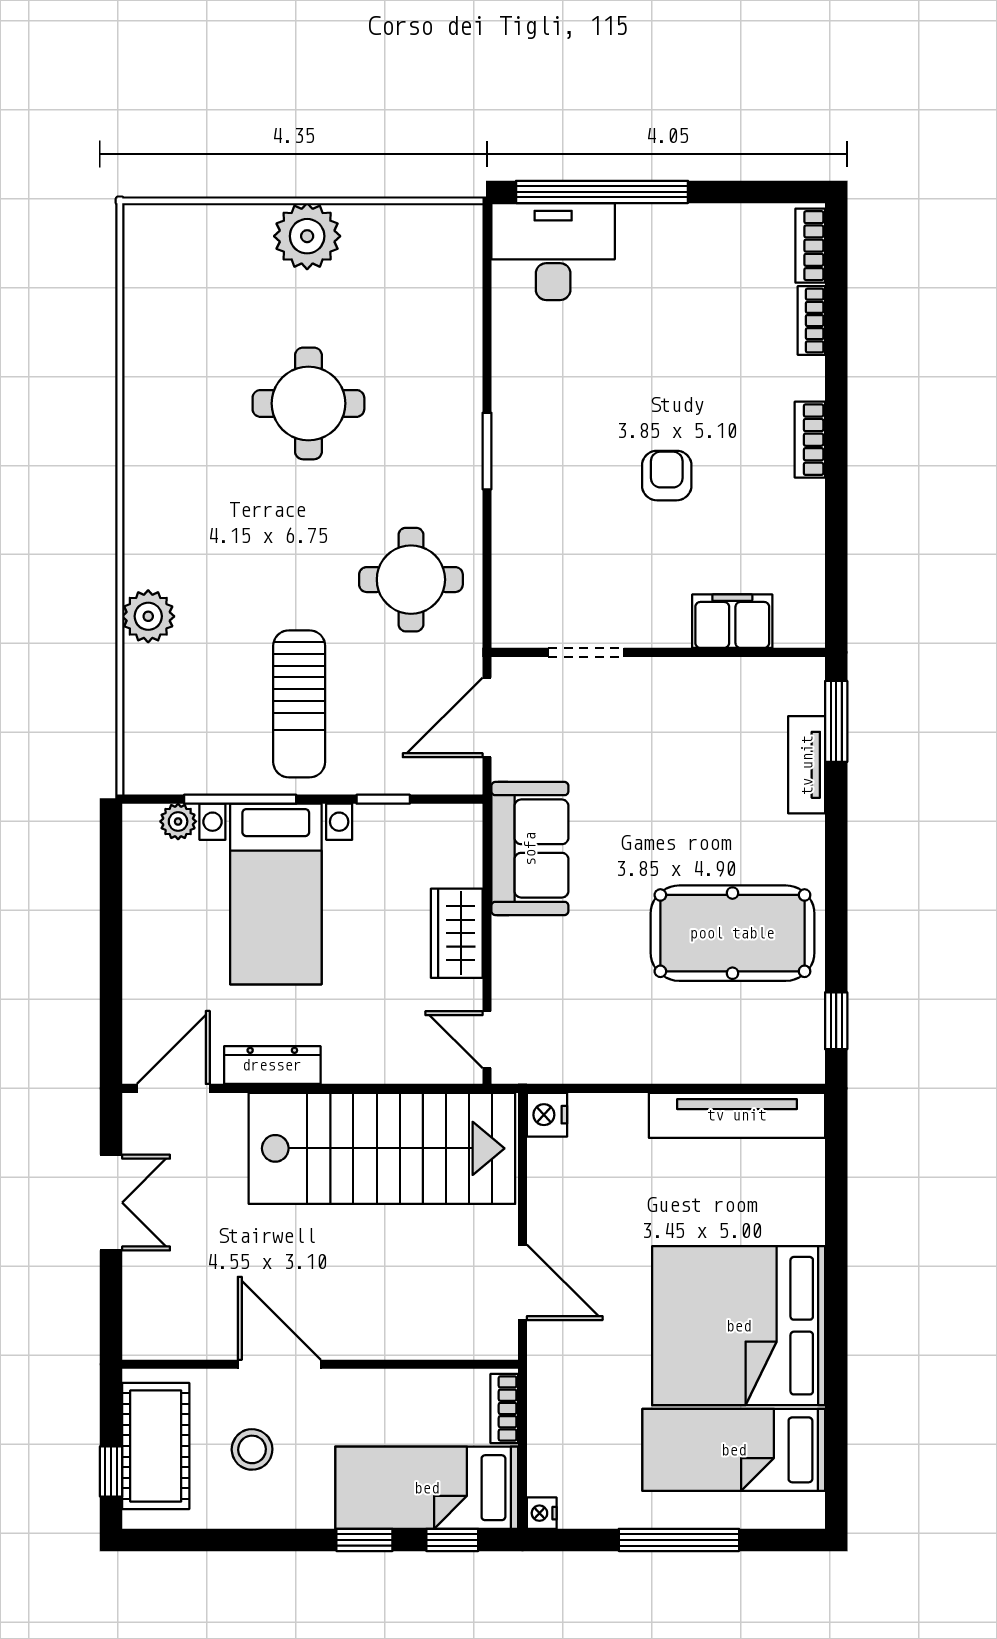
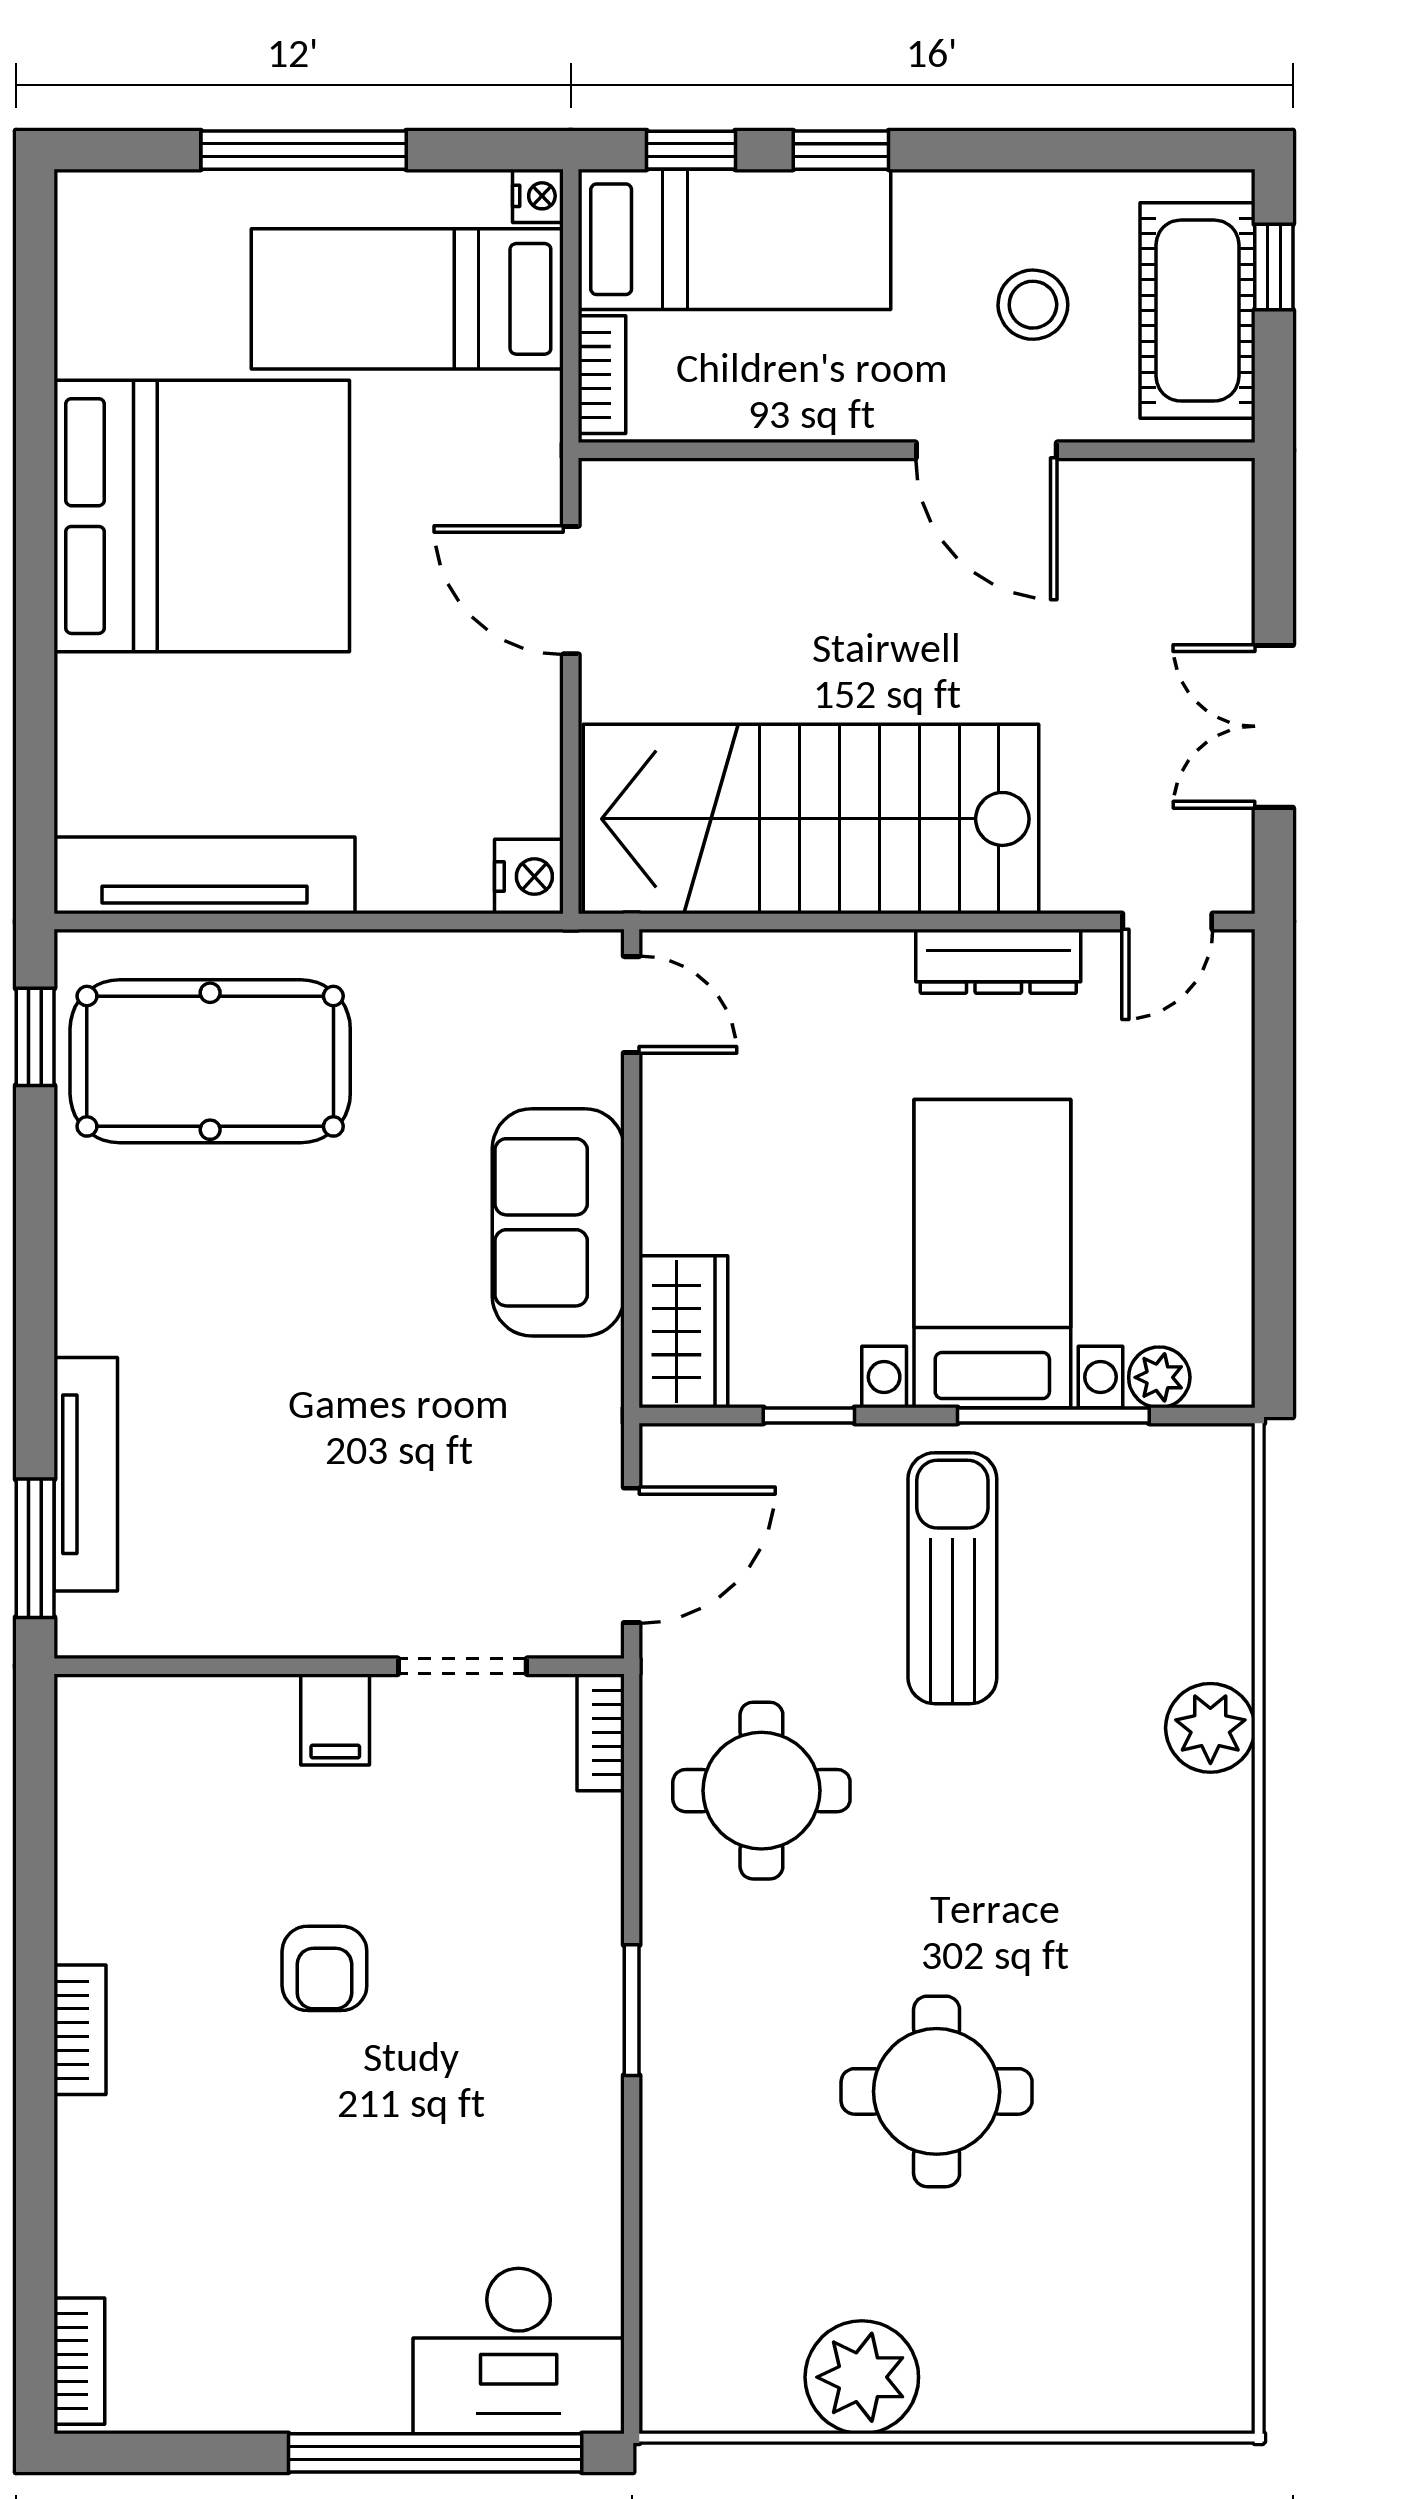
plant: (307, 236) -> (862, 2377), moved
bookcase: (811, 321) -> (601, 1732), moved, turned 180
filing cabinet: (732, 621) -> (335, 1720), moved, width x0.50
tv unit: (807, 765) -> (86, 1474), width x1.41
sofa: (530, 849) -> (558, 1222), moved
wardrobe: (457, 933) -> (683, 1332), moved
pool table: (732, 933) -> (210, 1061), moved
door: (173, 1088) -> (1167, 921), width x0.73
bed: (734, 1450) -> (407, 299), moved, turned 180

